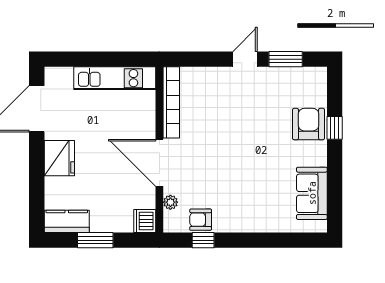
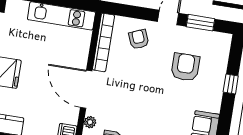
armchair: (214, 91) -> (139, 39), added
armchair: (309, 124) -> (185, 67), moved

